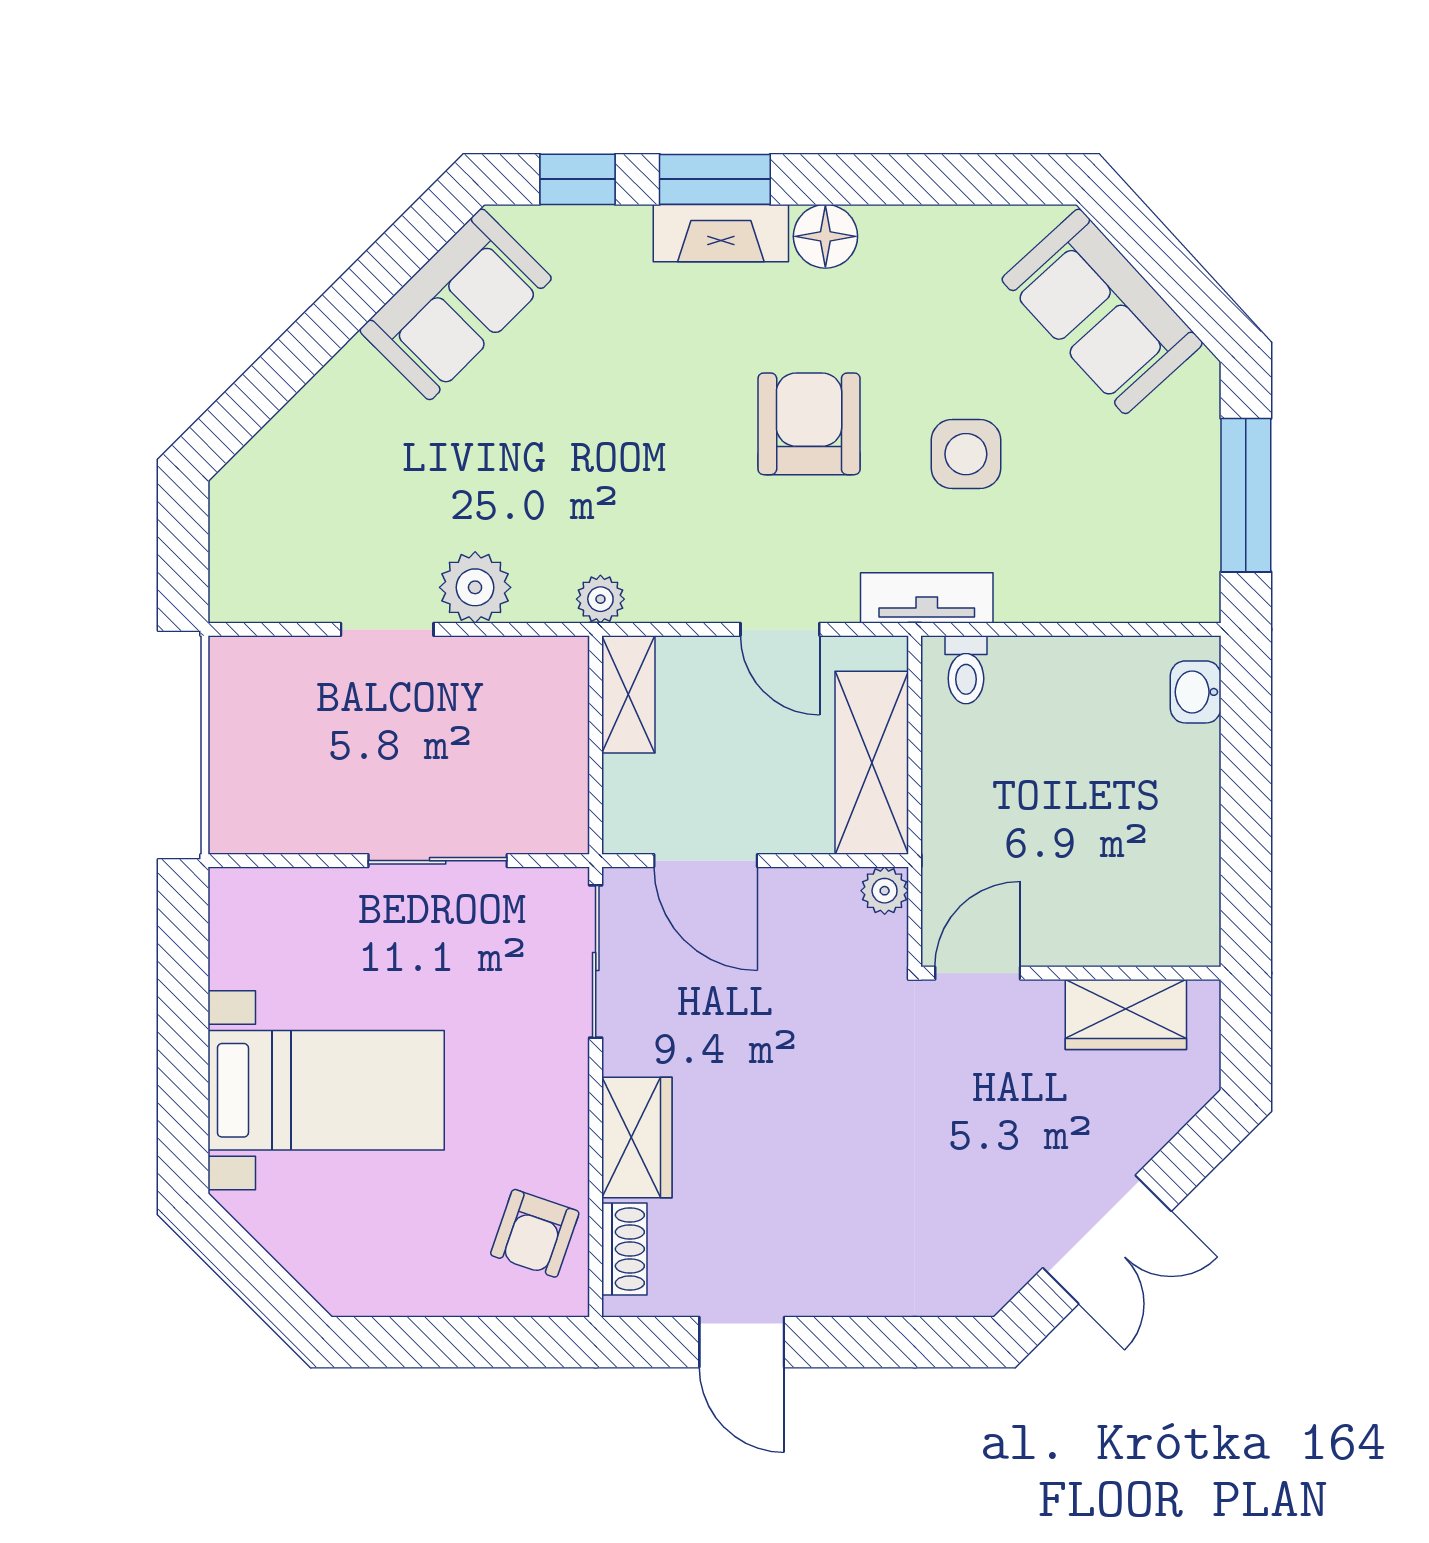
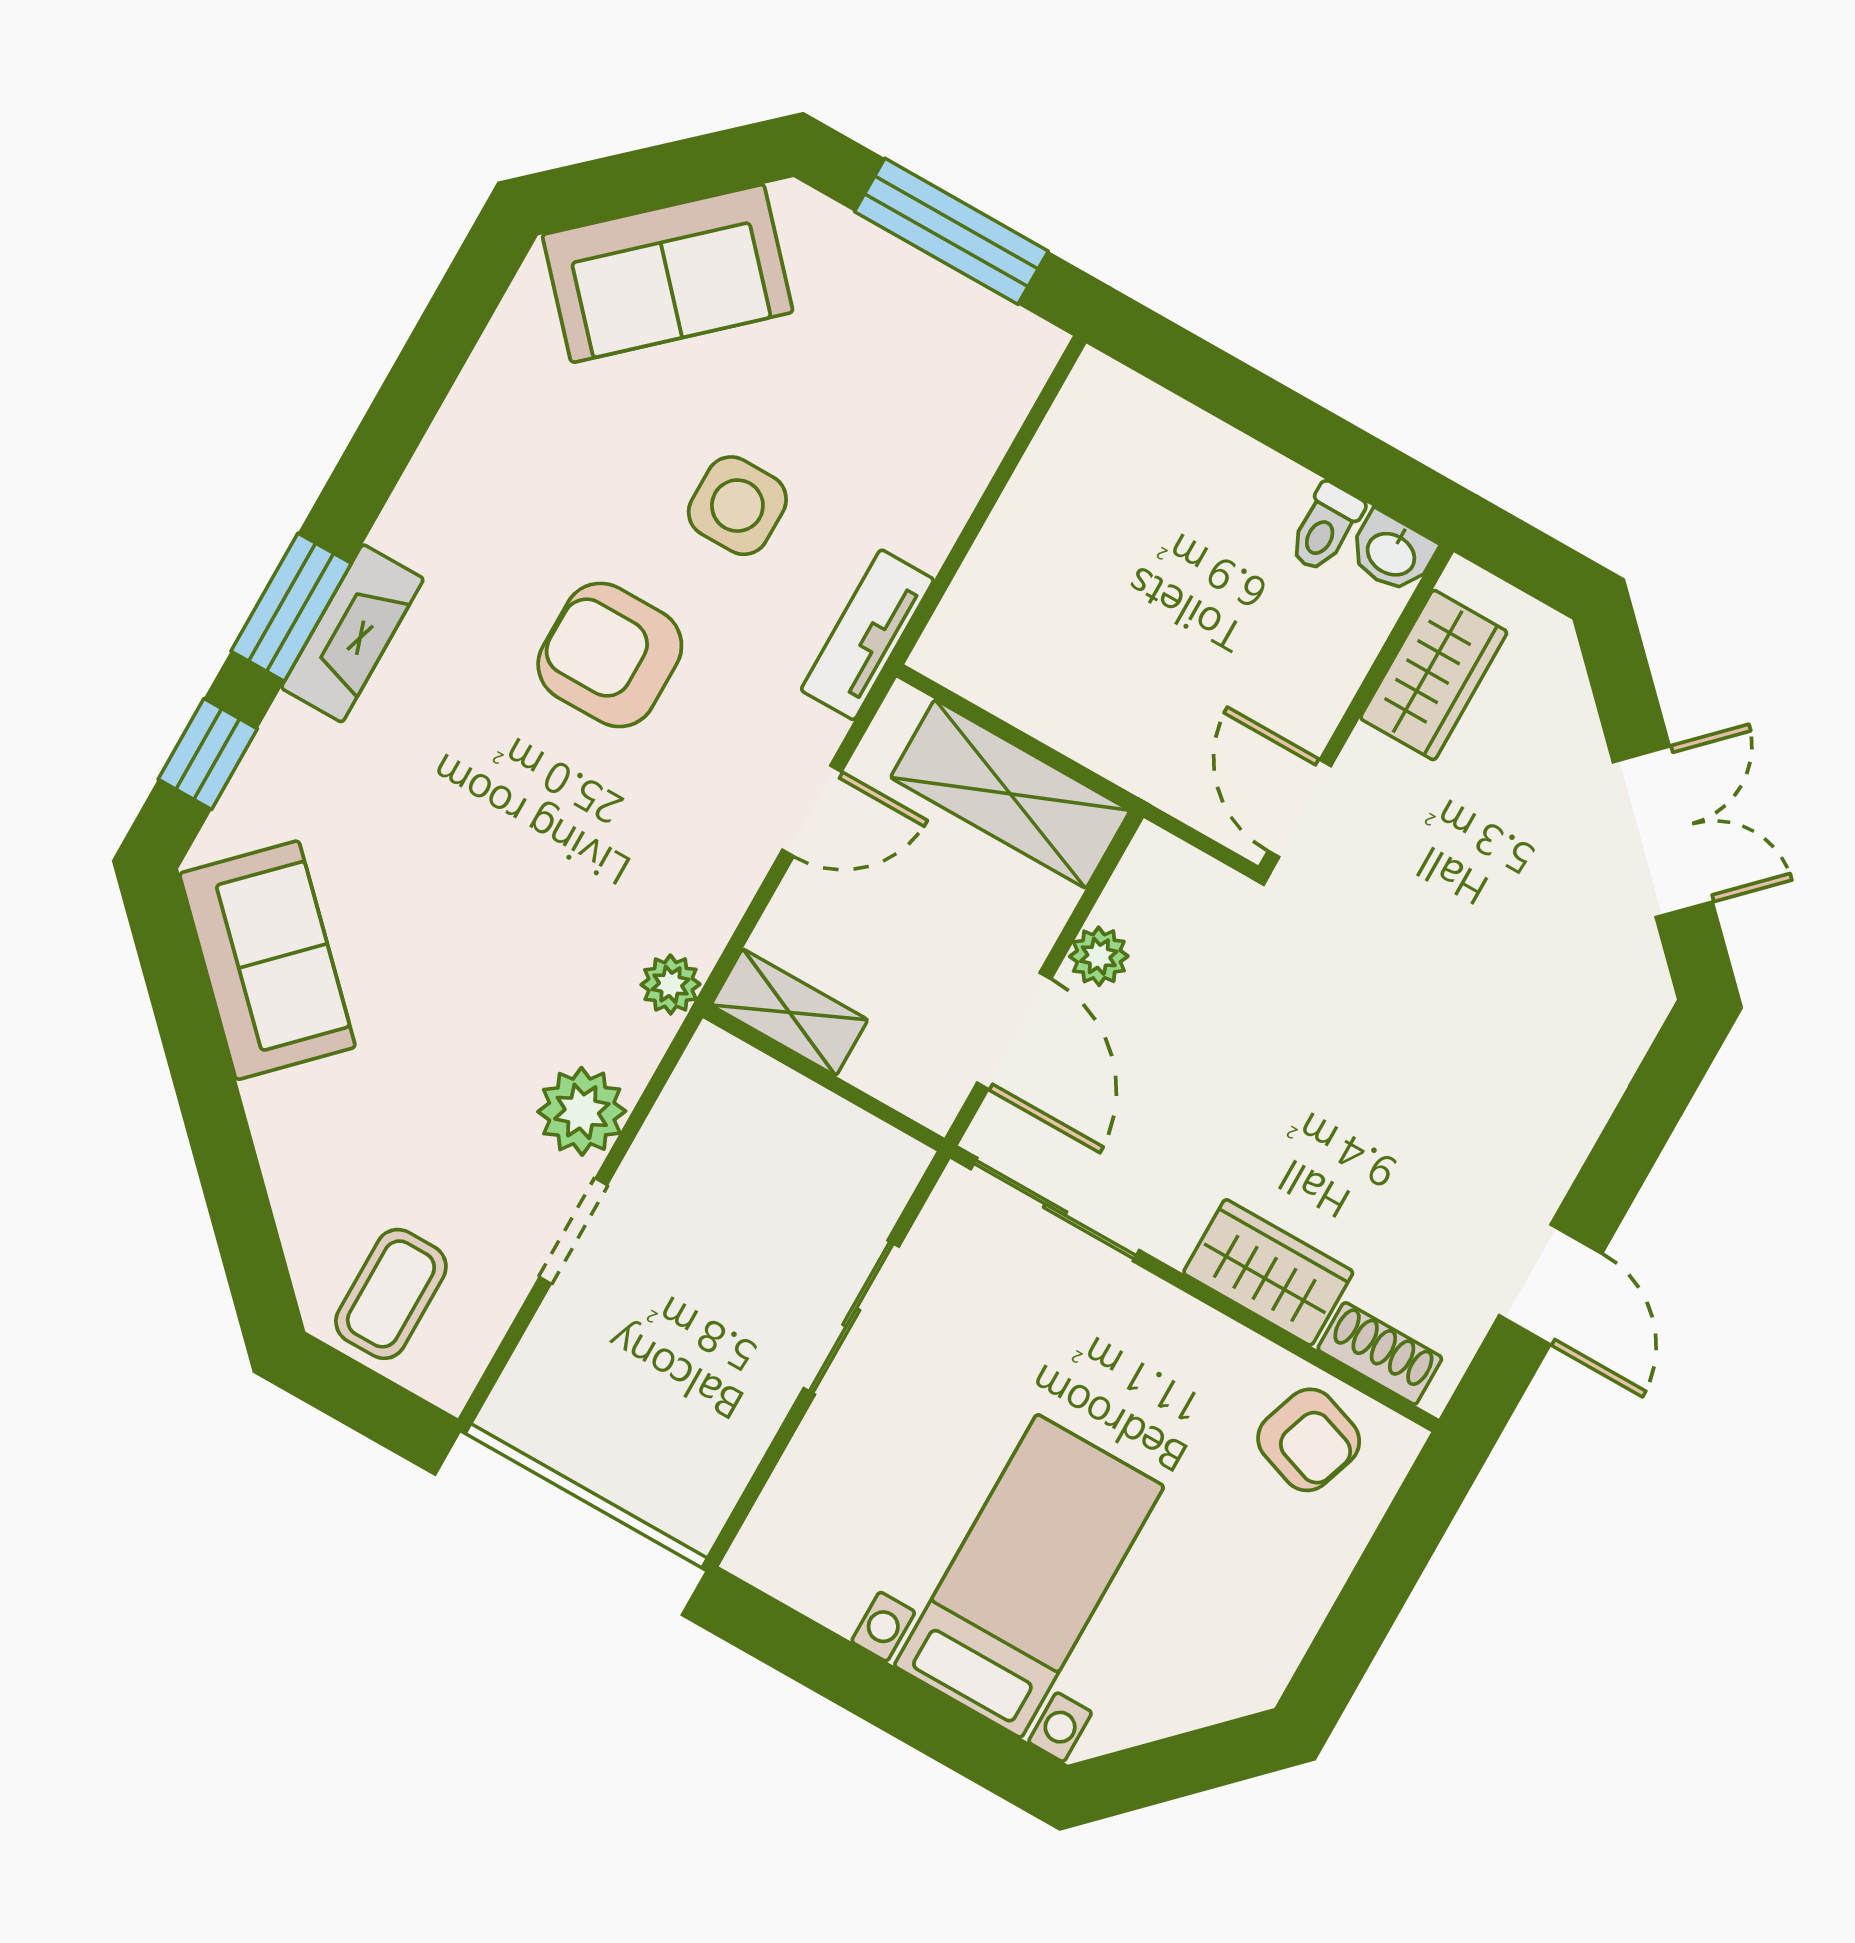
floor lamp: (825, 236) -> (419, 524), removed
coffee table: (269, 526) -> (391, 1294), added
toilet: (966, 670) -> (1325, 527), moved, turned 90
washbasin: (1196, 692) -> (1392, 553), moved
door: (706, 861) -> (1014, 1031), hinge flipped
plant: (885, 891) -> (1099, 956), moved
door: (742, 1342) -> (1551, 1285), hinge flipped

